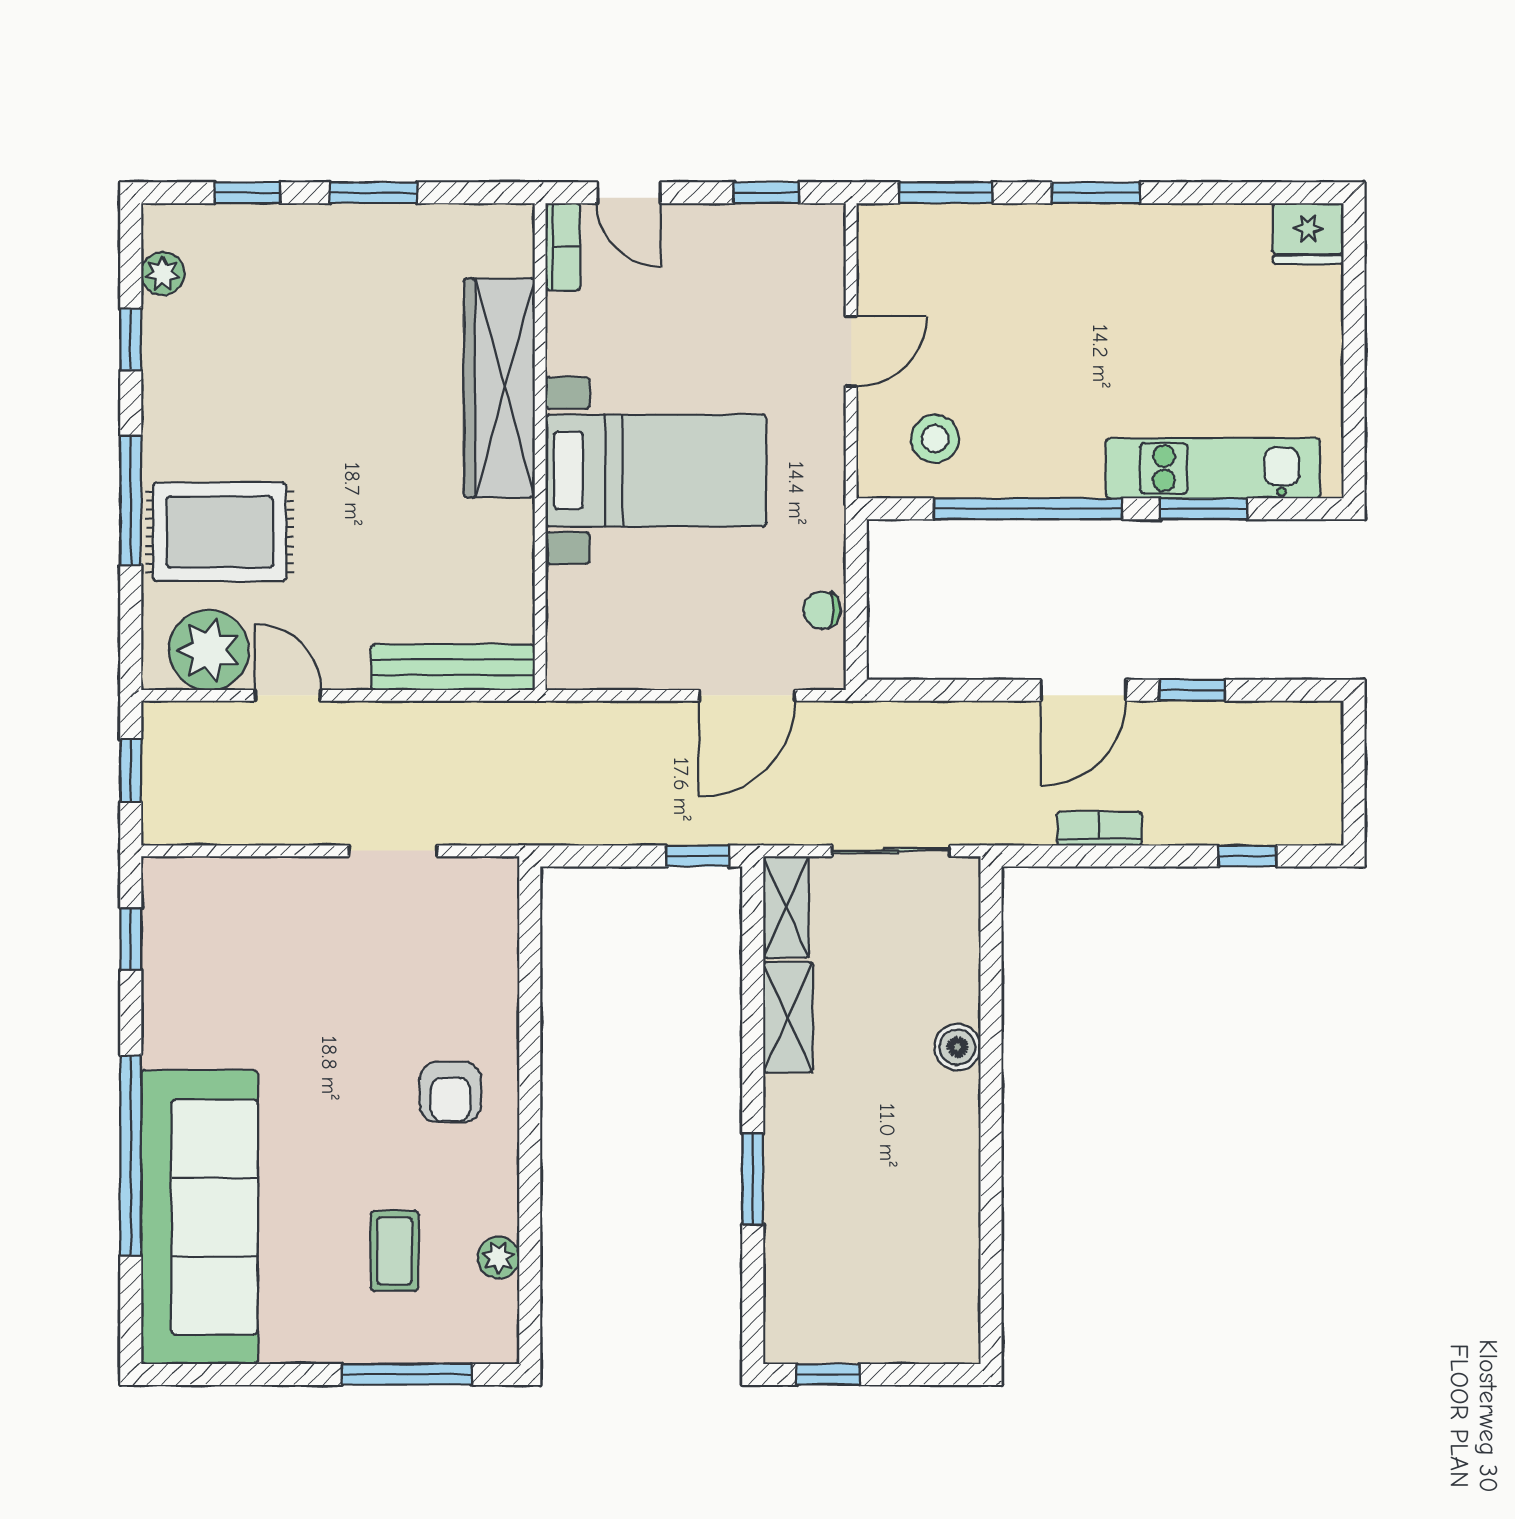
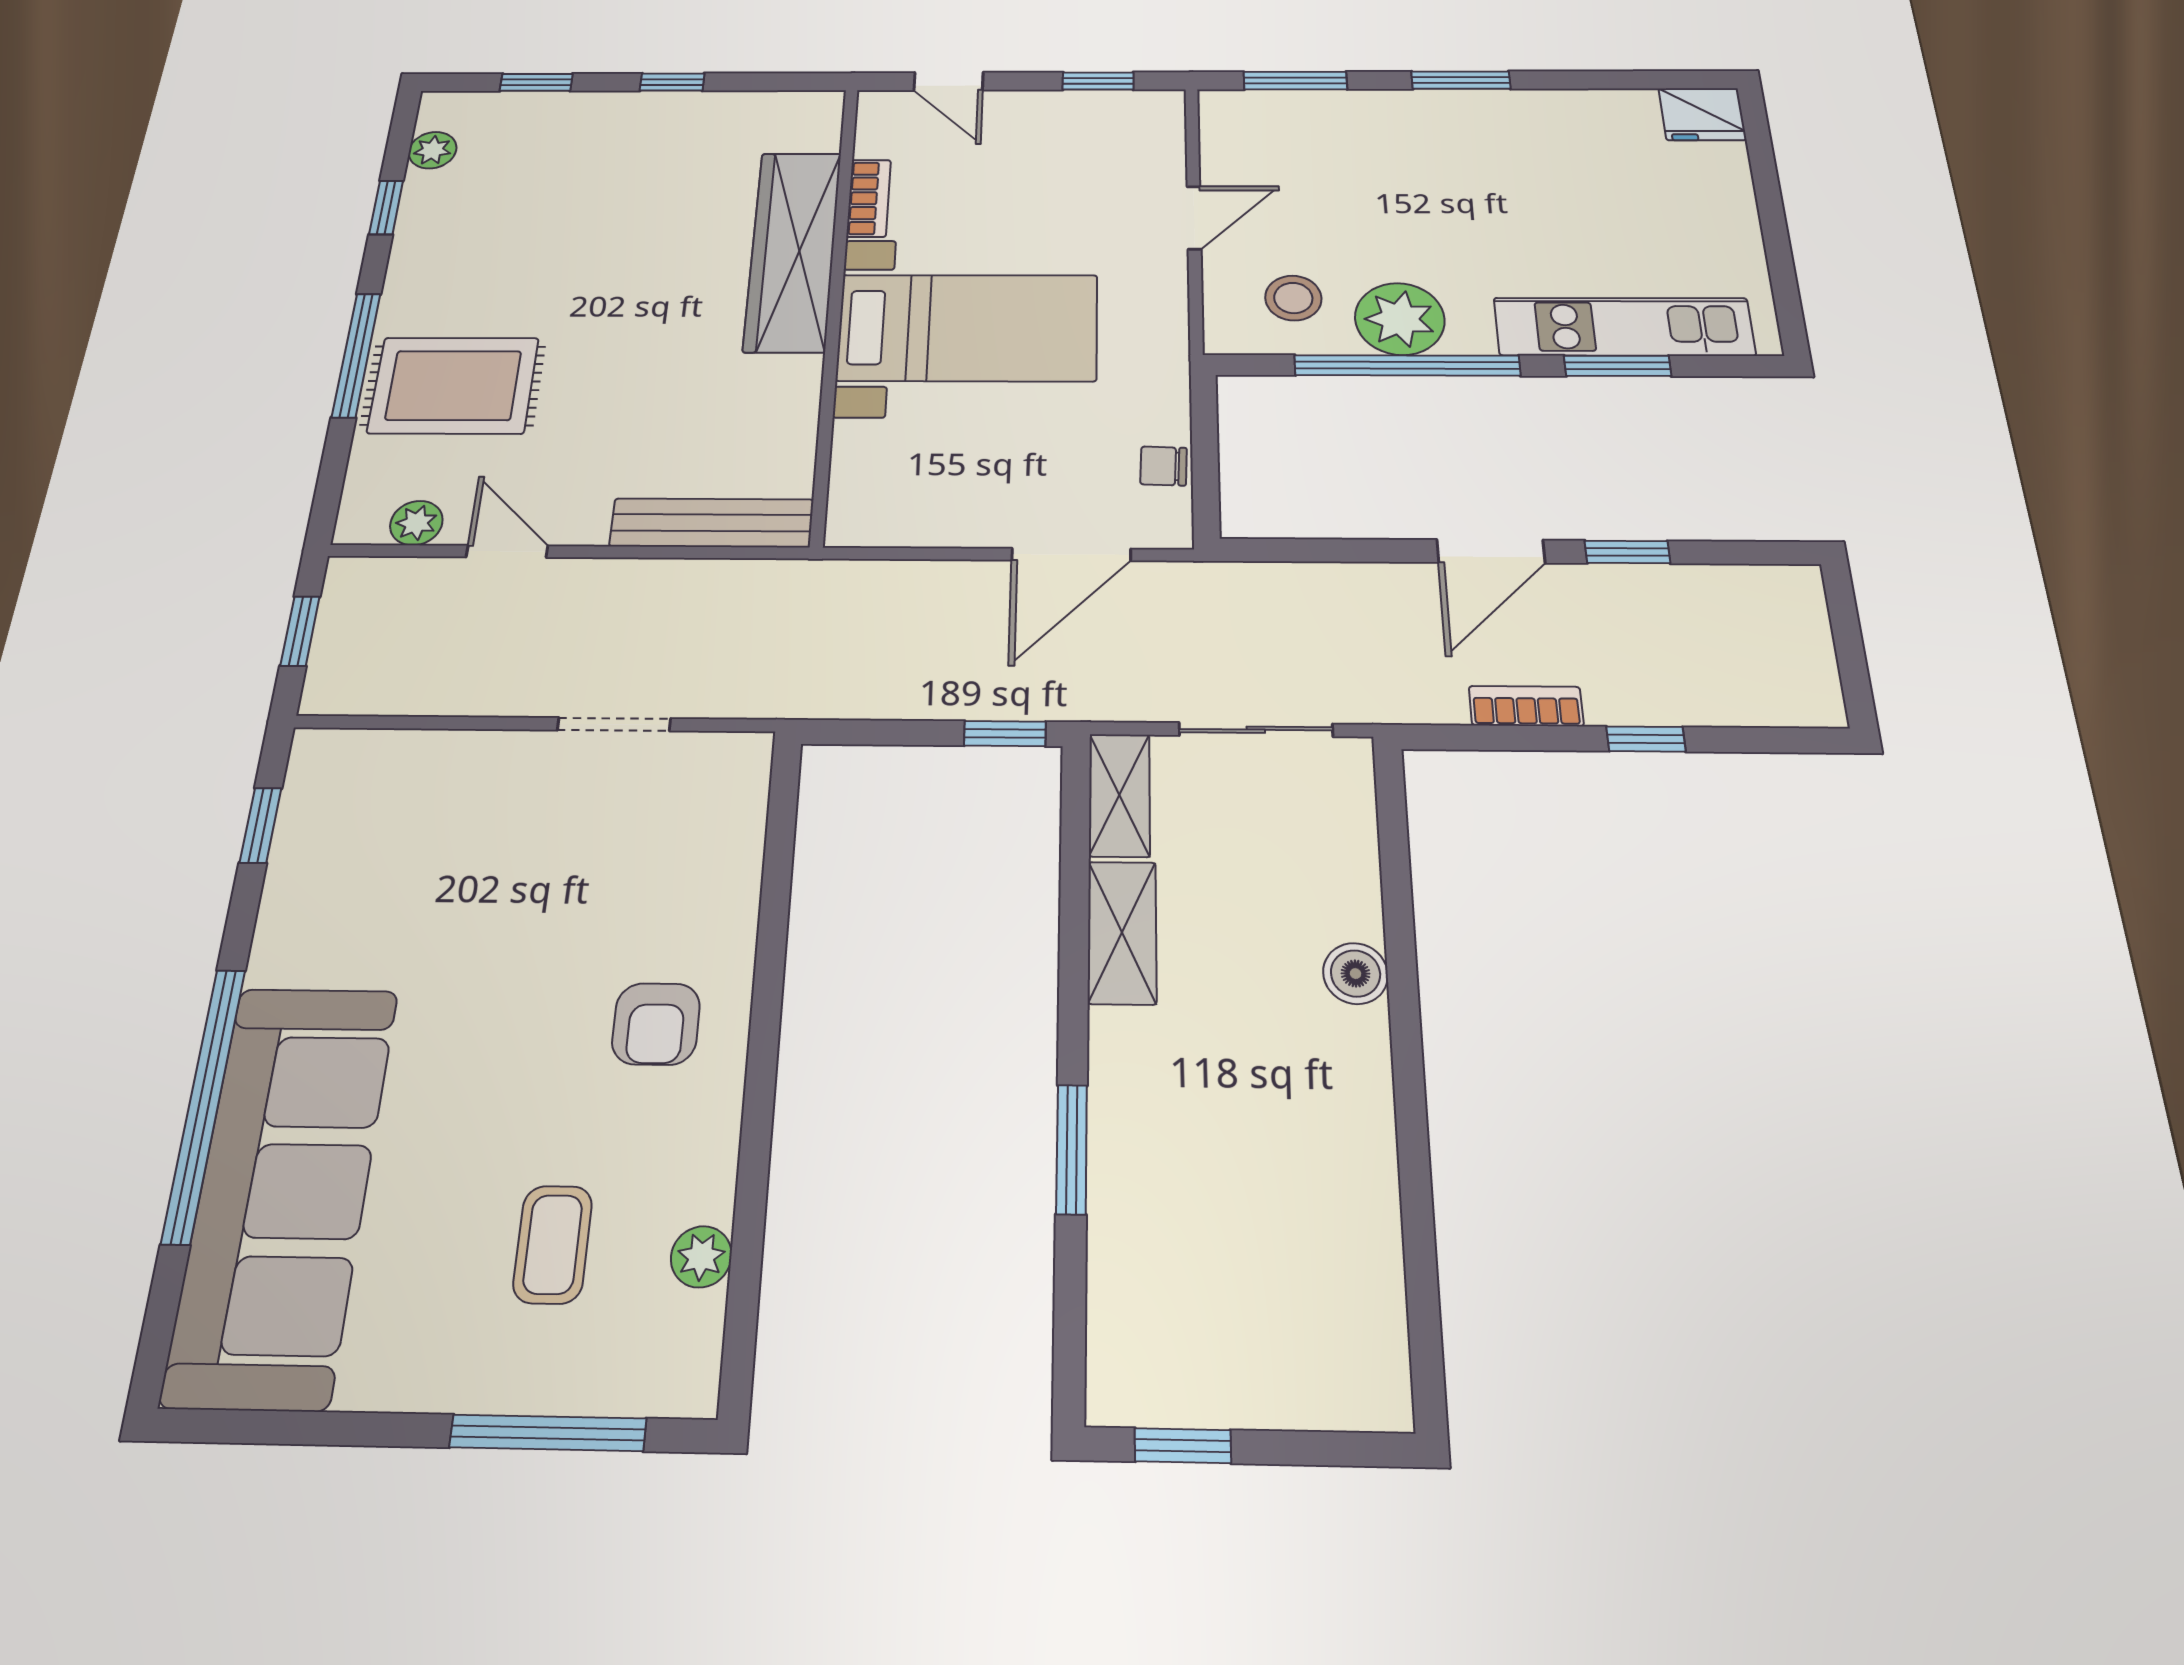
window: (374, 193) -> (672, 82), width x0.67
bookcase: (563, 247) -> (869, 198), moved
plant: (1025, 461) -> (1400, 319), added
plant: (209, 650) -> (416, 523), width x0.53, depth x0.53
window: (1248, 856) -> (1646, 739), moved

